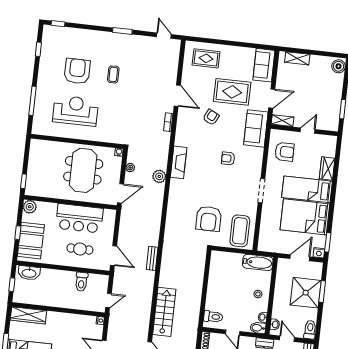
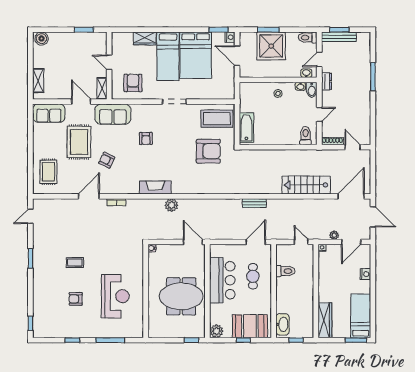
window: (38, 49) -> (72, 340), moved
armchair: (77, 71) -> (76, 299), width x0.53, depth x0.53
reception desk: (76, 111) -> (115, 296), turned 180
plant: (130, 168) -> (334, 235), moved
meeting table: (83, 170) -> (181, 296), moved
bathtub: (258, 262) -> (246, 128), moved

